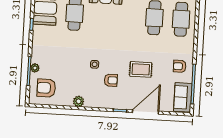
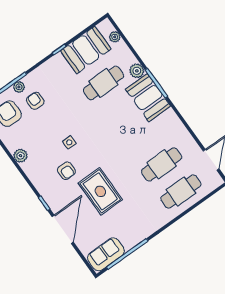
armchair: (180, 66) -> (35, 101), moved
rug: (141, 69) -> (100, 191), width x1.36, depth x1.43
door: (146, 112) -> (63, 229), hinge flipped

